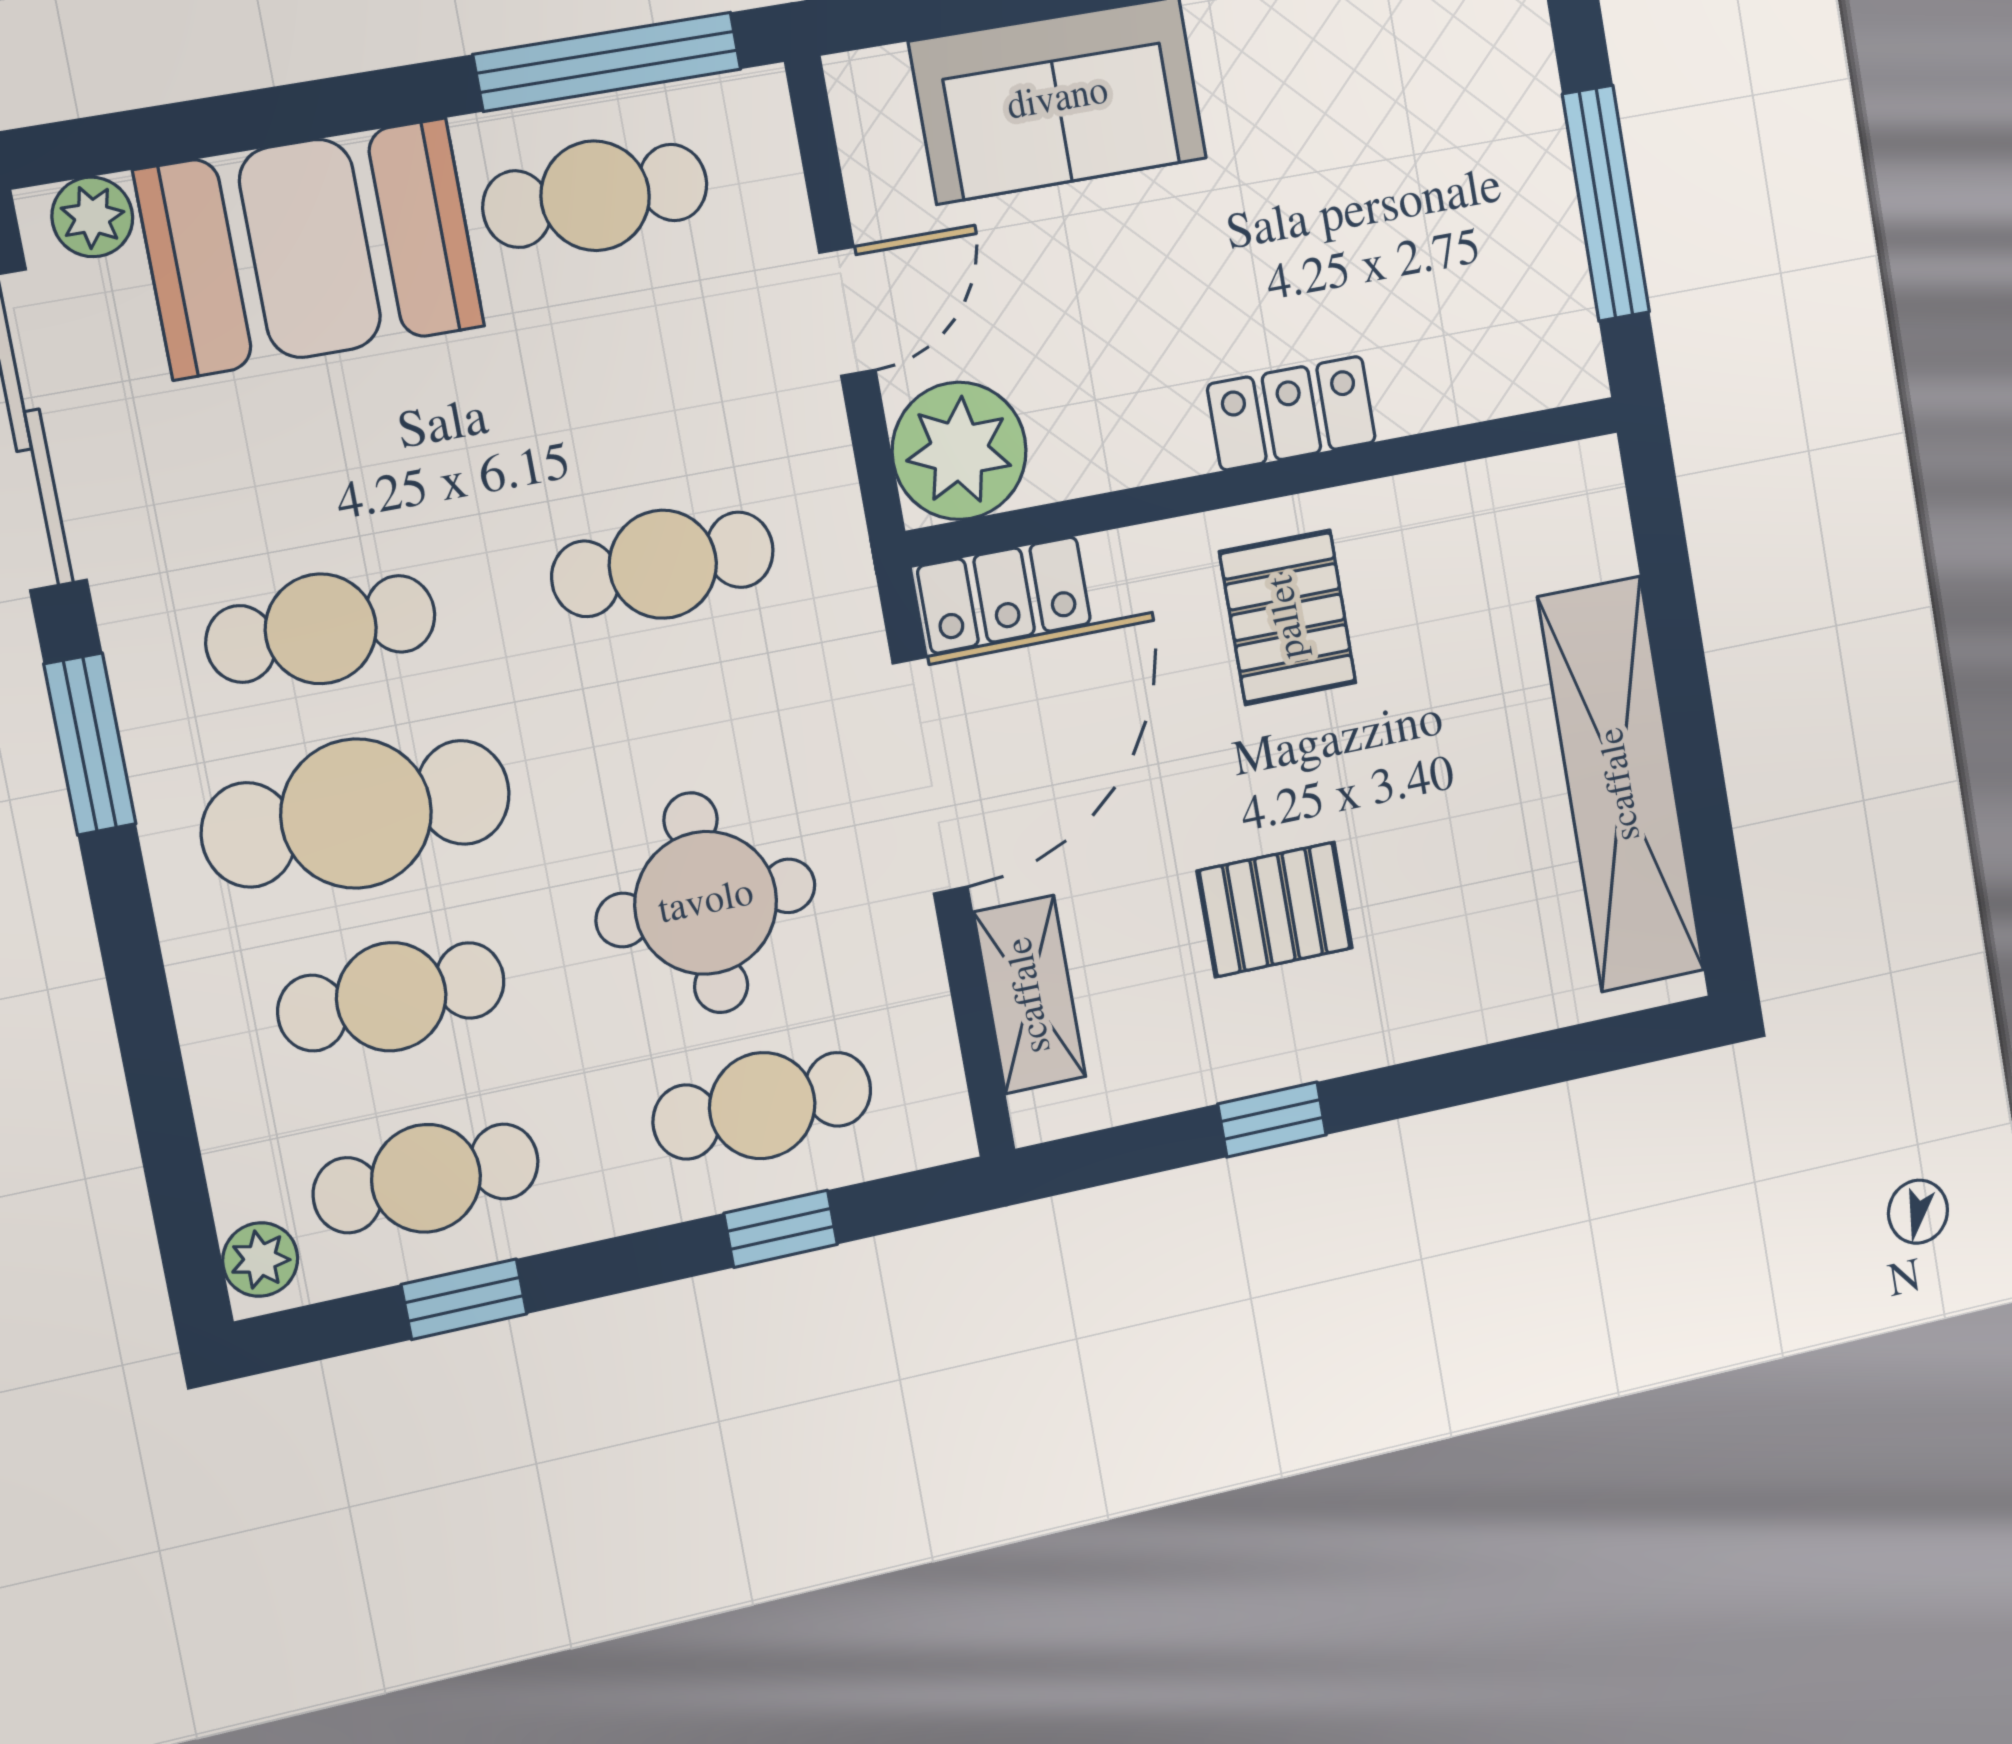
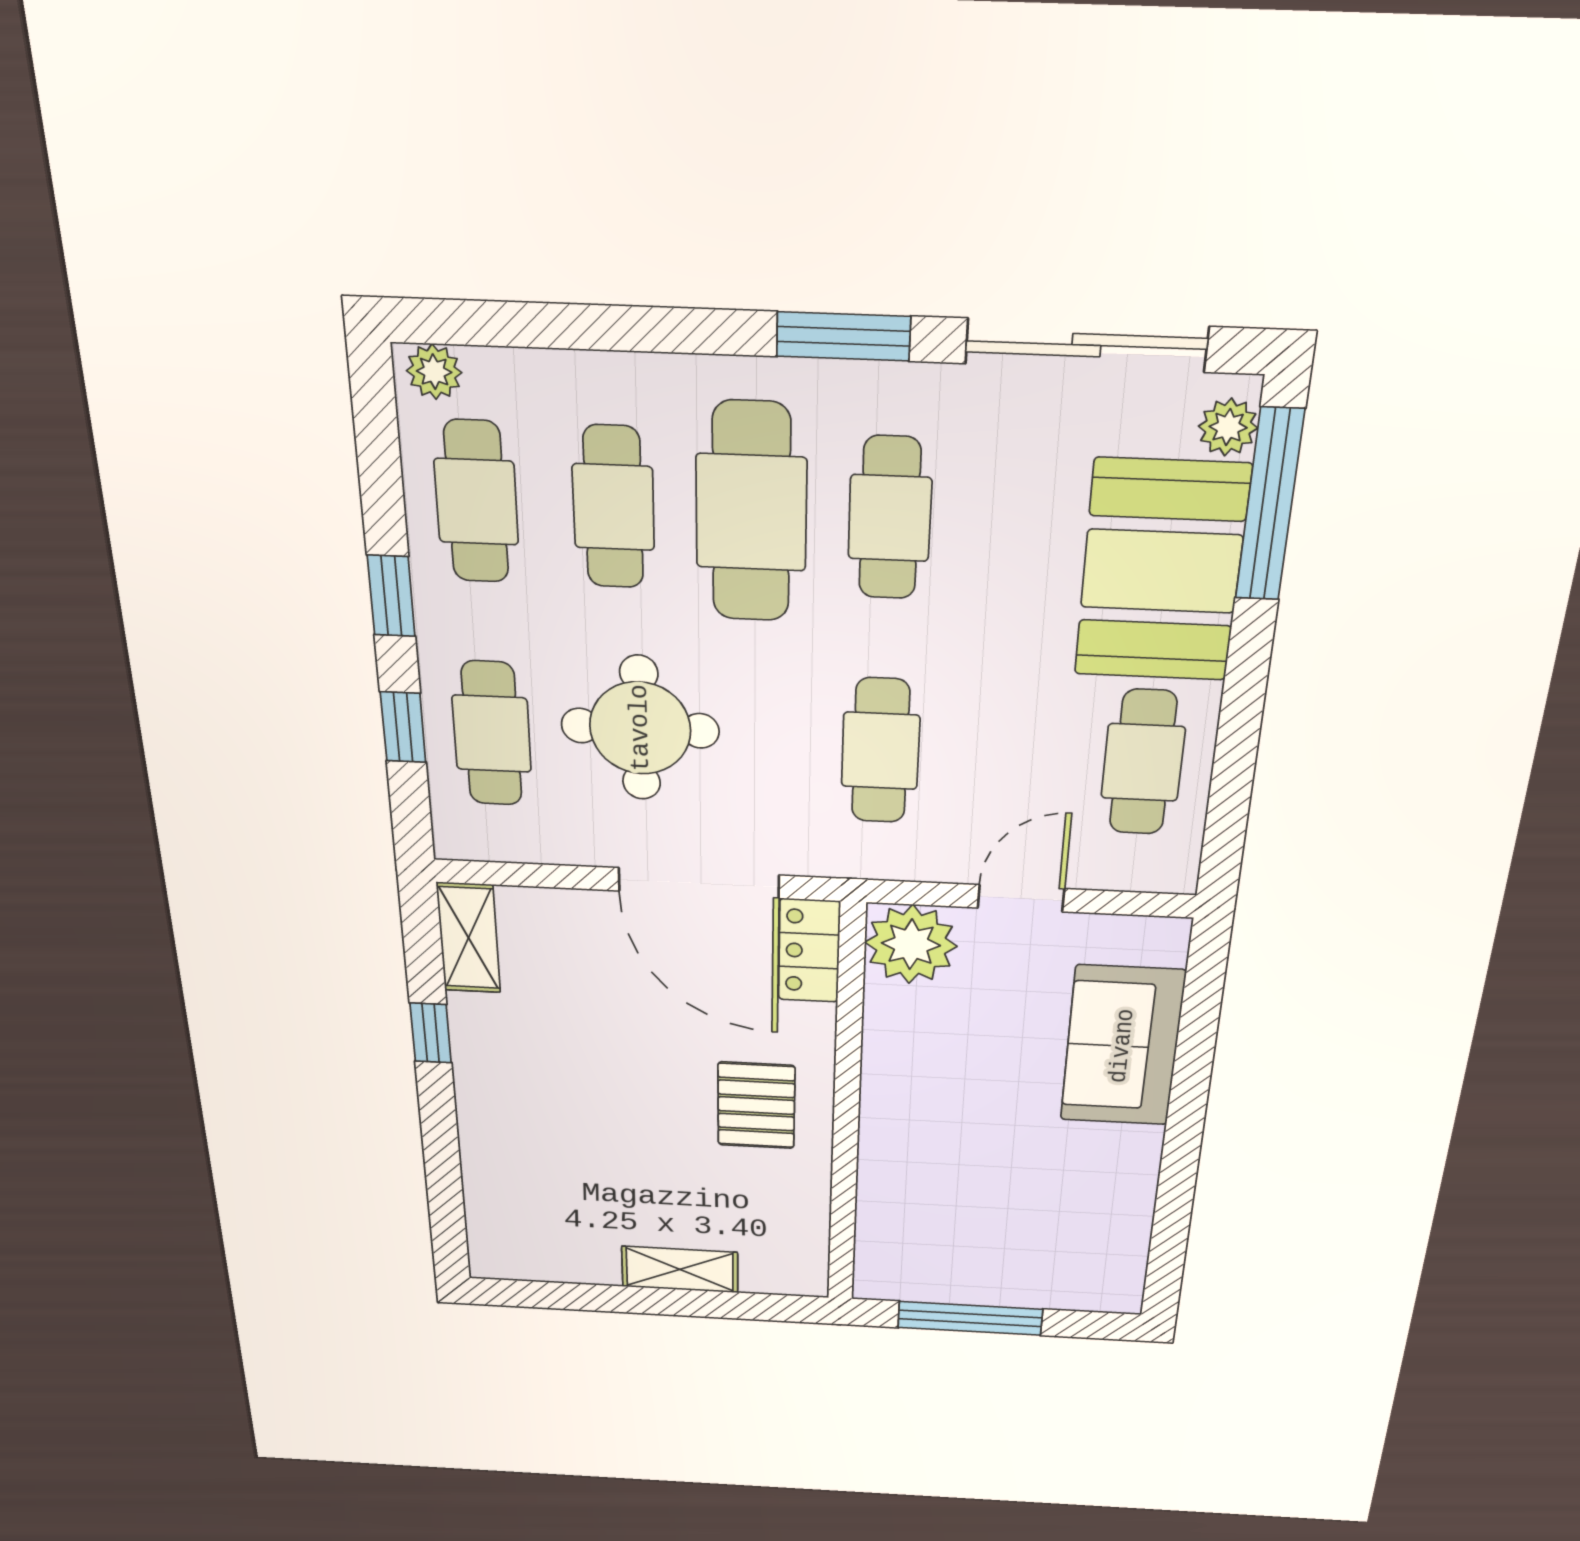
window: (608, 62) -> (1270, 505), moved
door: (847, 311) -> (1021, 898), swing flipped
locker: (1292, 413) -> (886, 1133), removed
pallet: (1288, 617) -> (756, 1106), turned 90
shelving: (1621, 784) -> (680, 1269), width x0.45, depth x0.75
pallet: (1275, 909) -> (569, 1062), removed
shelving: (1030, 995) -> (469, 938), moved, turned 90
window: (464, 1299) -> (391, 596), moved

